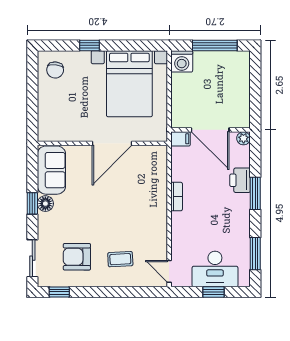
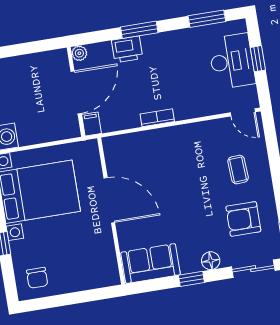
chair: (55, 70) -> (37, 278), turned 84
floor lamp: (45, 204) -> (211, 261), moved
armchair: (77, 257) -> (243, 219), turned 90
door: (169, 271) -> (243, 112), hinge flipped

